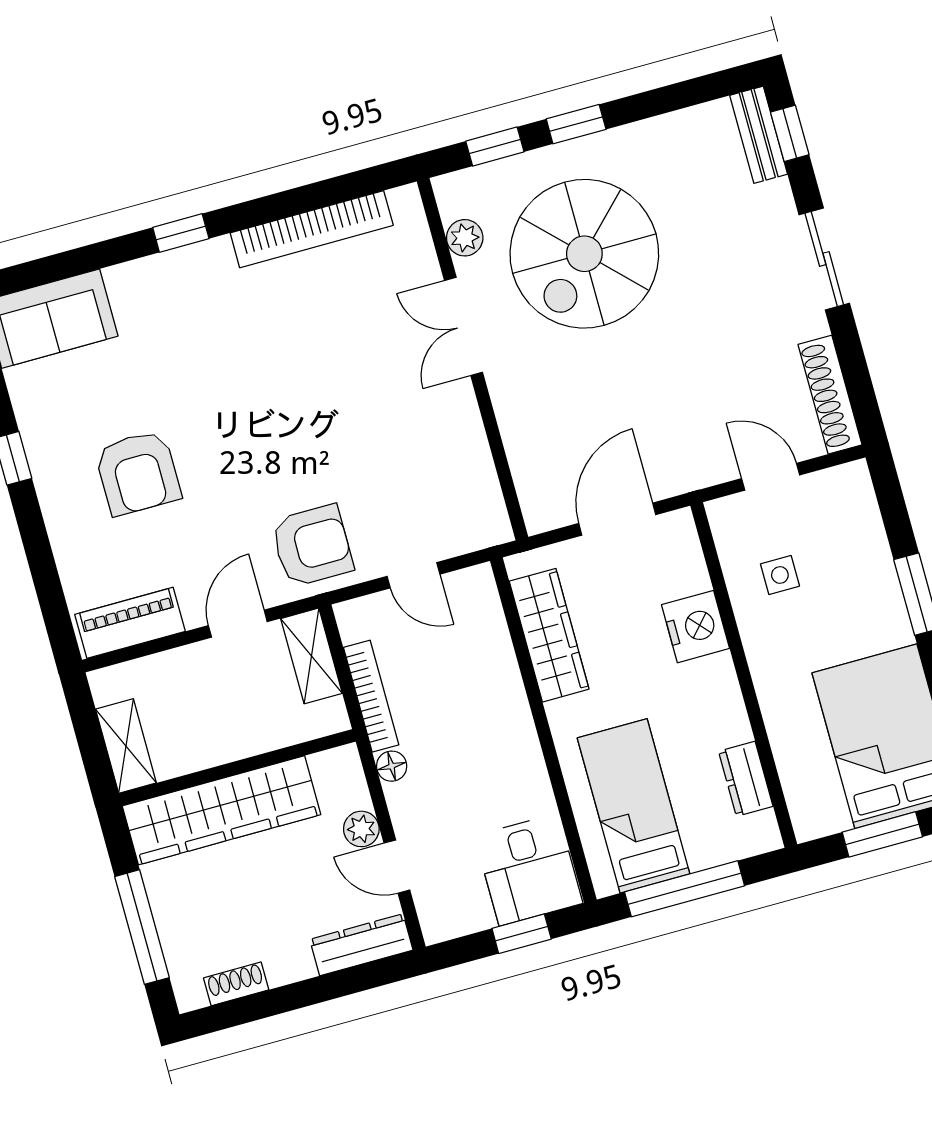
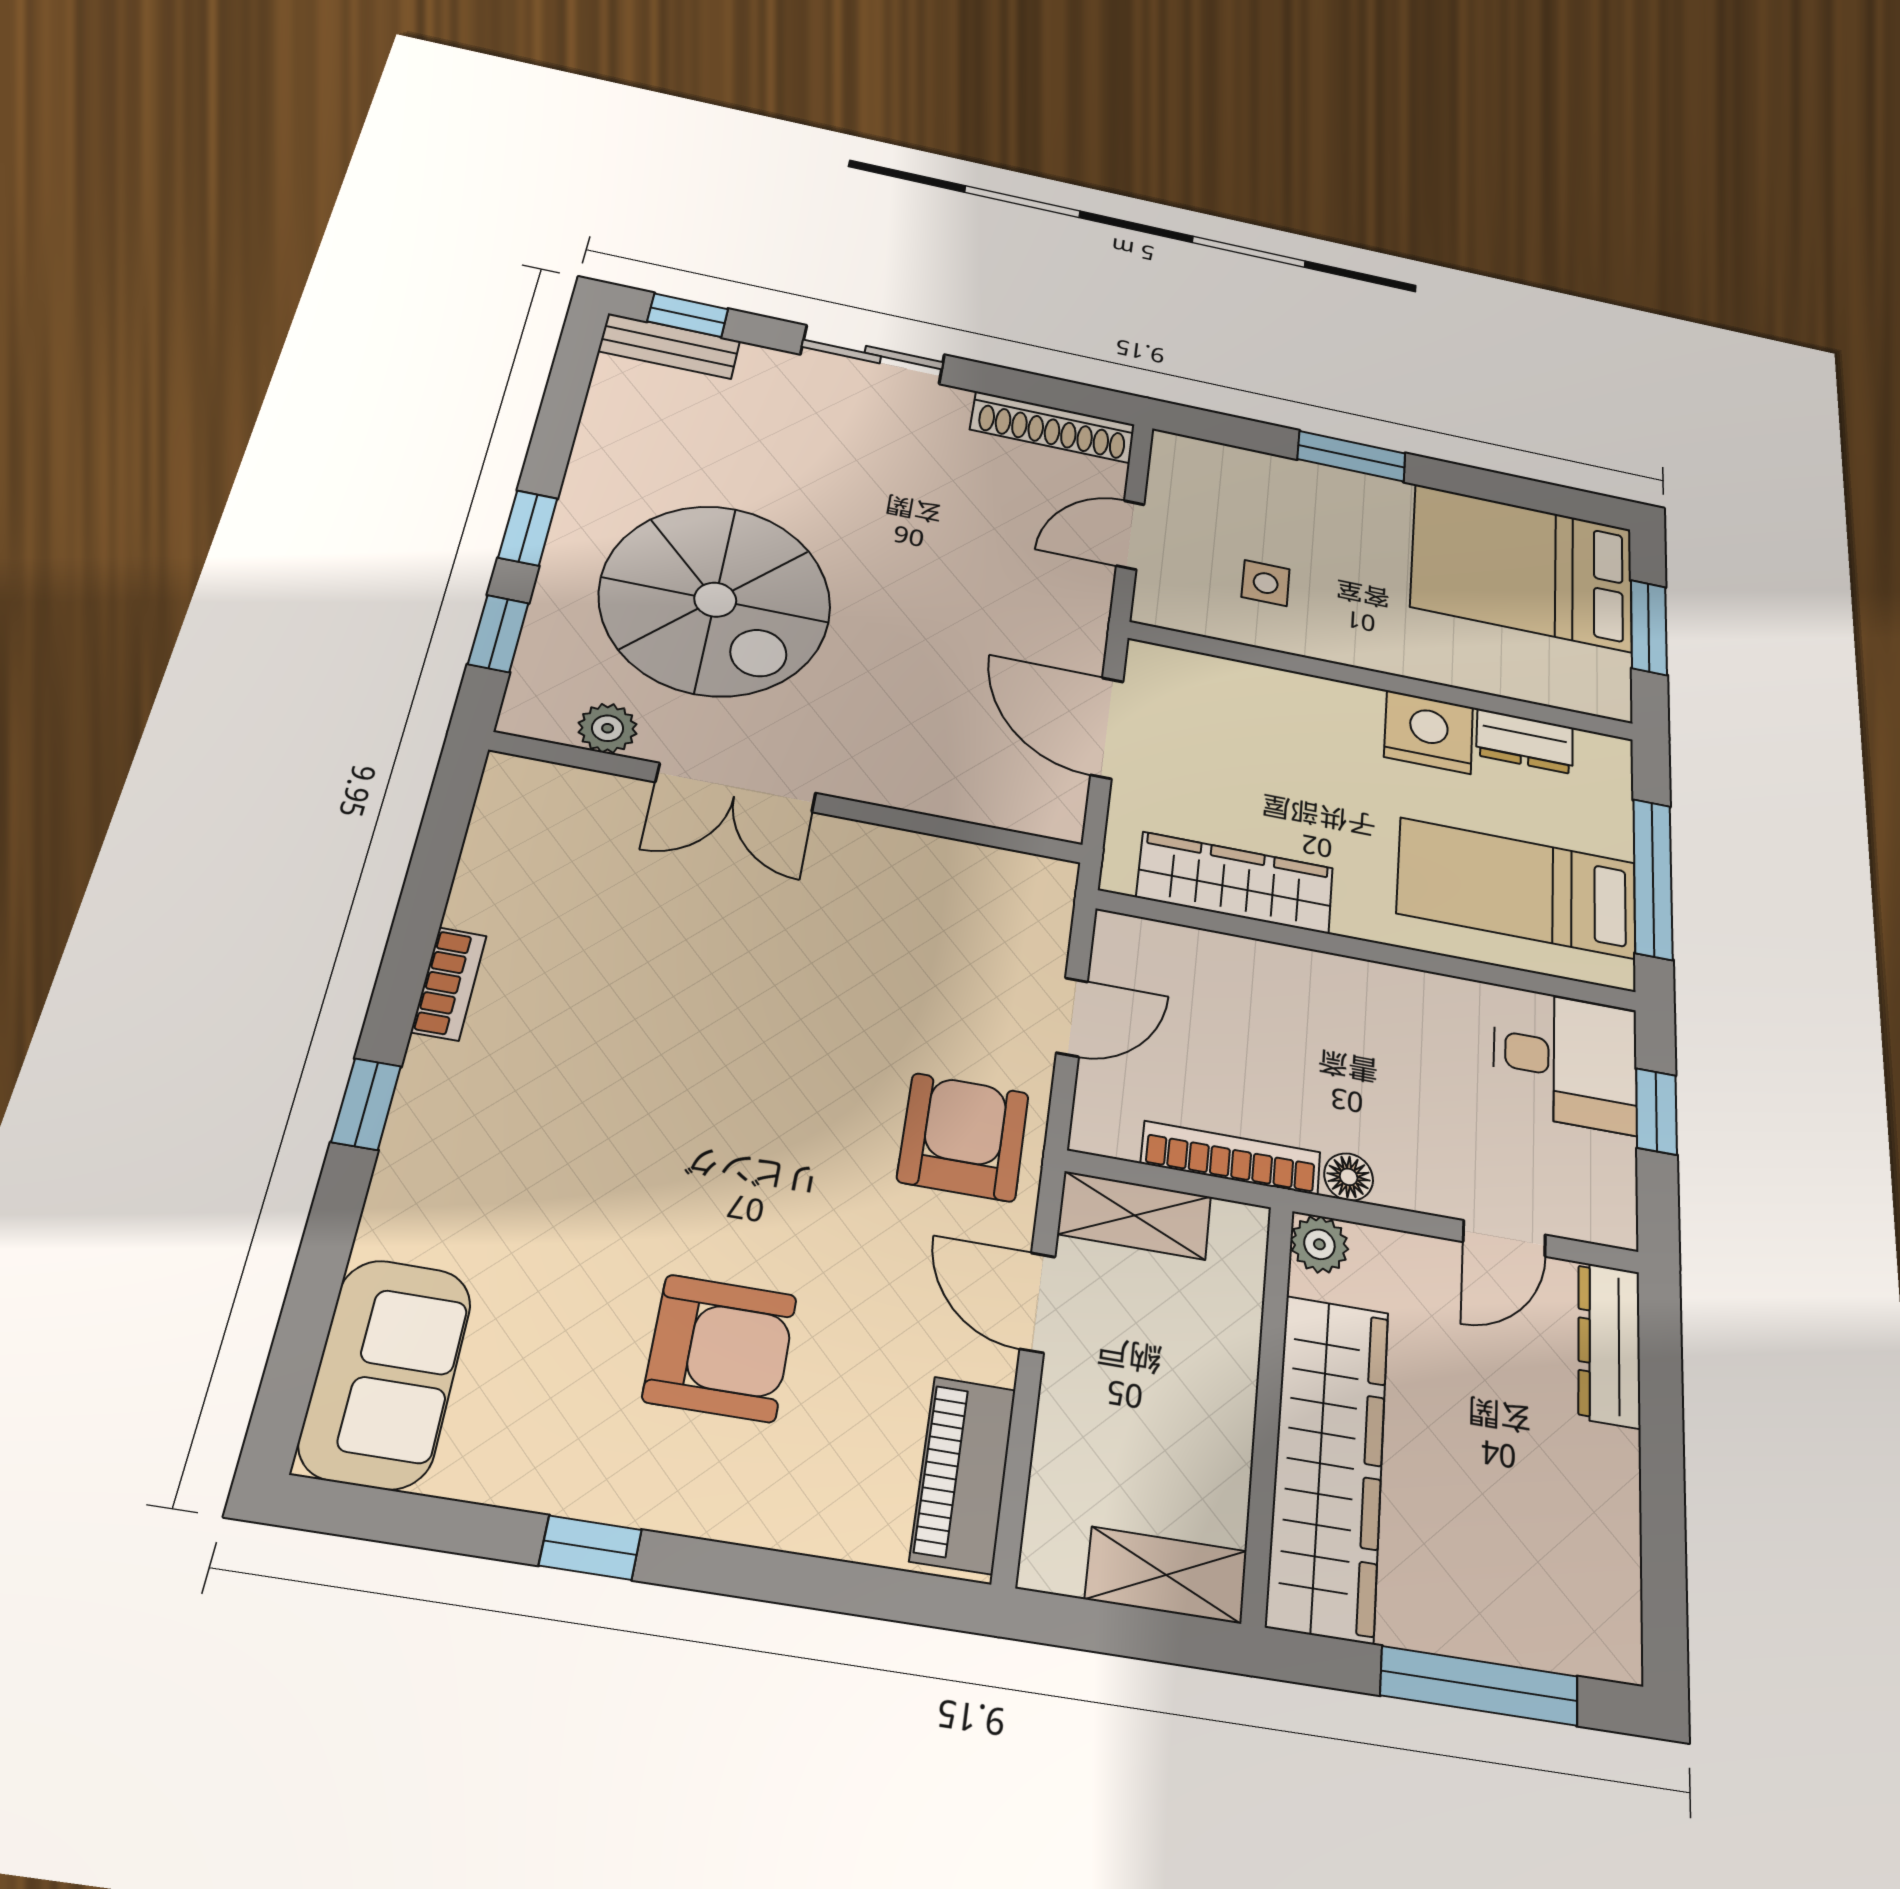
bookcase: (312, 229) -> (449, 984), width x0.43, depth x0.76
nightstand: (696, 627) -> (1429, 732), moved
plant: (361, 829) -> (1319, 1244), moved
shoe rack: (236, 984) -> (1618, 1569), removed

